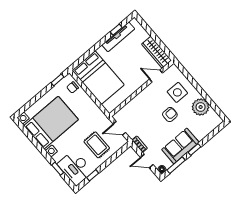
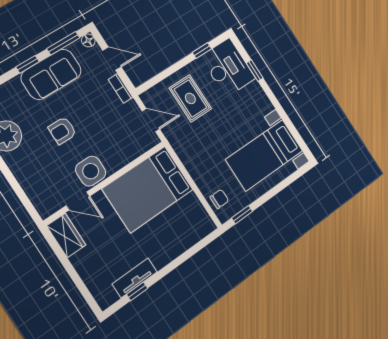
tv unit: (118, 37) -> (135, 278), width x0.71
wardrobe: (157, 52) -> (66, 235), width x0.67
bed: (98, 78) -> (148, 189), moved, turned -90
side table: (177, 92) -> (91, 171), moved
bed with nightstands: (51, 123) -> (264, 155), width x0.73

